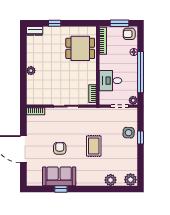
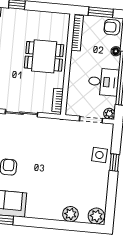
dining table: (80, 48) -> (44, 56), moved
desk: (110, 81) -> (103, 82), moved, turned 180
rug: (94, 146) -> (53, 168), removed

